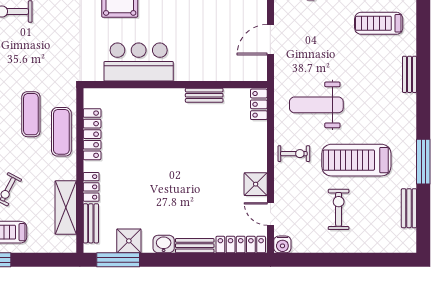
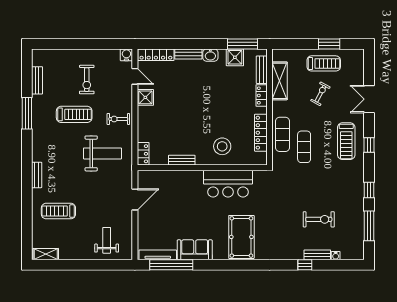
treadmill: (379, 23) -> (58, 211), turned 180
stool: (147, 115) -> (222, 146), added
treadmill: (356, 160) -> (74, 114), width x0.73, depth x0.73

